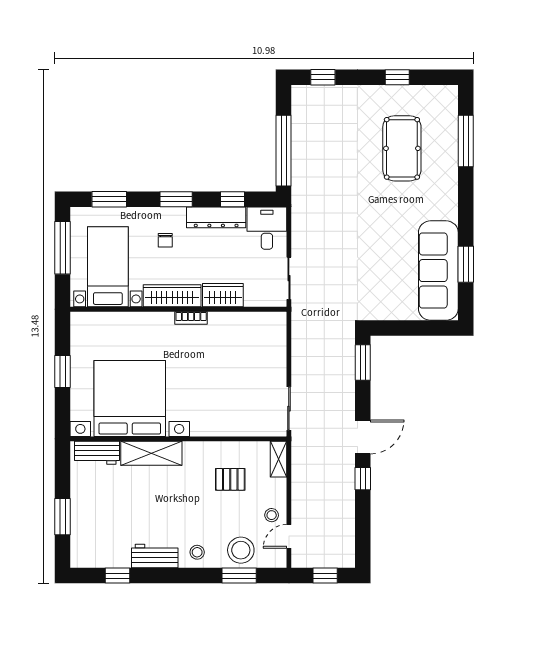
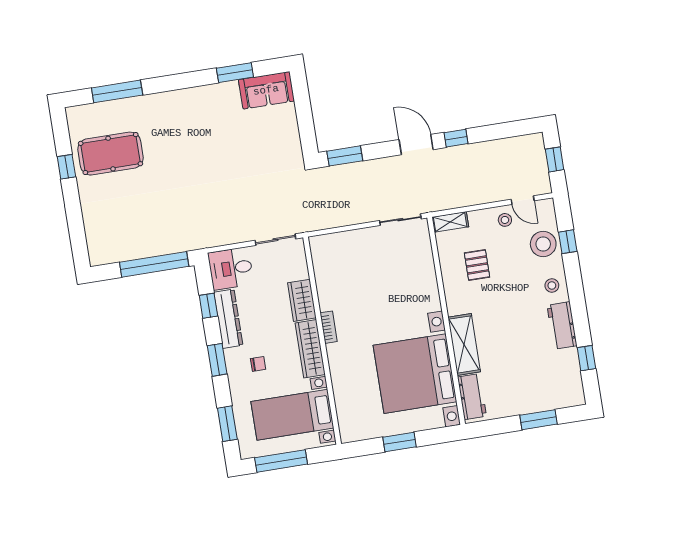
window: (323, 77) -> (78, 238), removed
pool table: (402, 148) -> (111, 154), moved
sofa: (438, 271) -> (266, 90), width x0.54, depth x0.79
window: (239, 576) -> (568, 242), width x0.67

